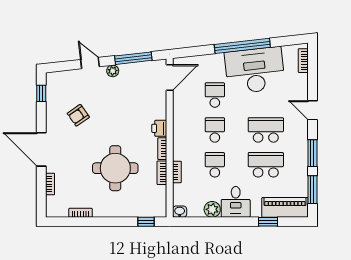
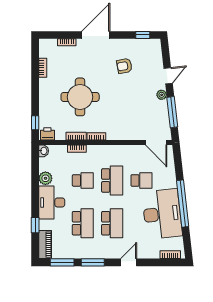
armchair: (78, 115) -> (124, 66), turned -66
printer: (159, 128) -> (47, 134), moved
school desk: (215, 130) -> (112, 180), width x1.85
desk: (236, 202) -> (52, 202), width x1.37
piano: (285, 207) -> (45, 245), width x0.73, depth x0.75

